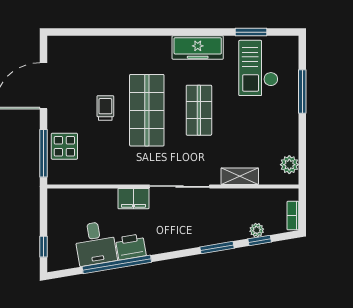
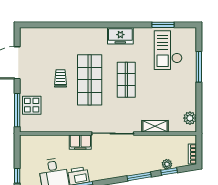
freezer: (198, 47) -> (120, 36), width x0.71

